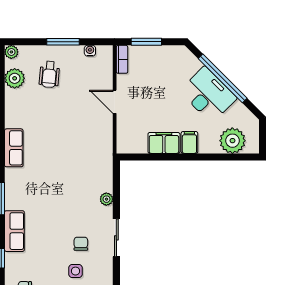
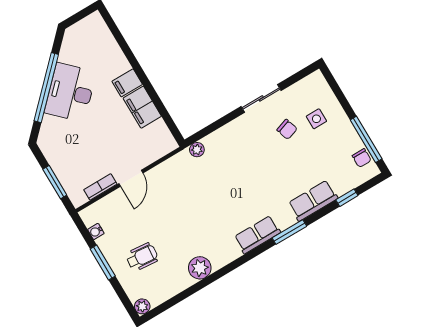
bookcase: (122, 59) -> (100, 187), moved
plant: (15, 78) -> (200, 268), moved
plant: (232, 141) -> (101, 42), removed
row of seats: (14, 148) -> (257, 235), moved
plant: (106, 199) -> (197, 150), moved
chair: (81, 244) -> (287, 129), turned -108

